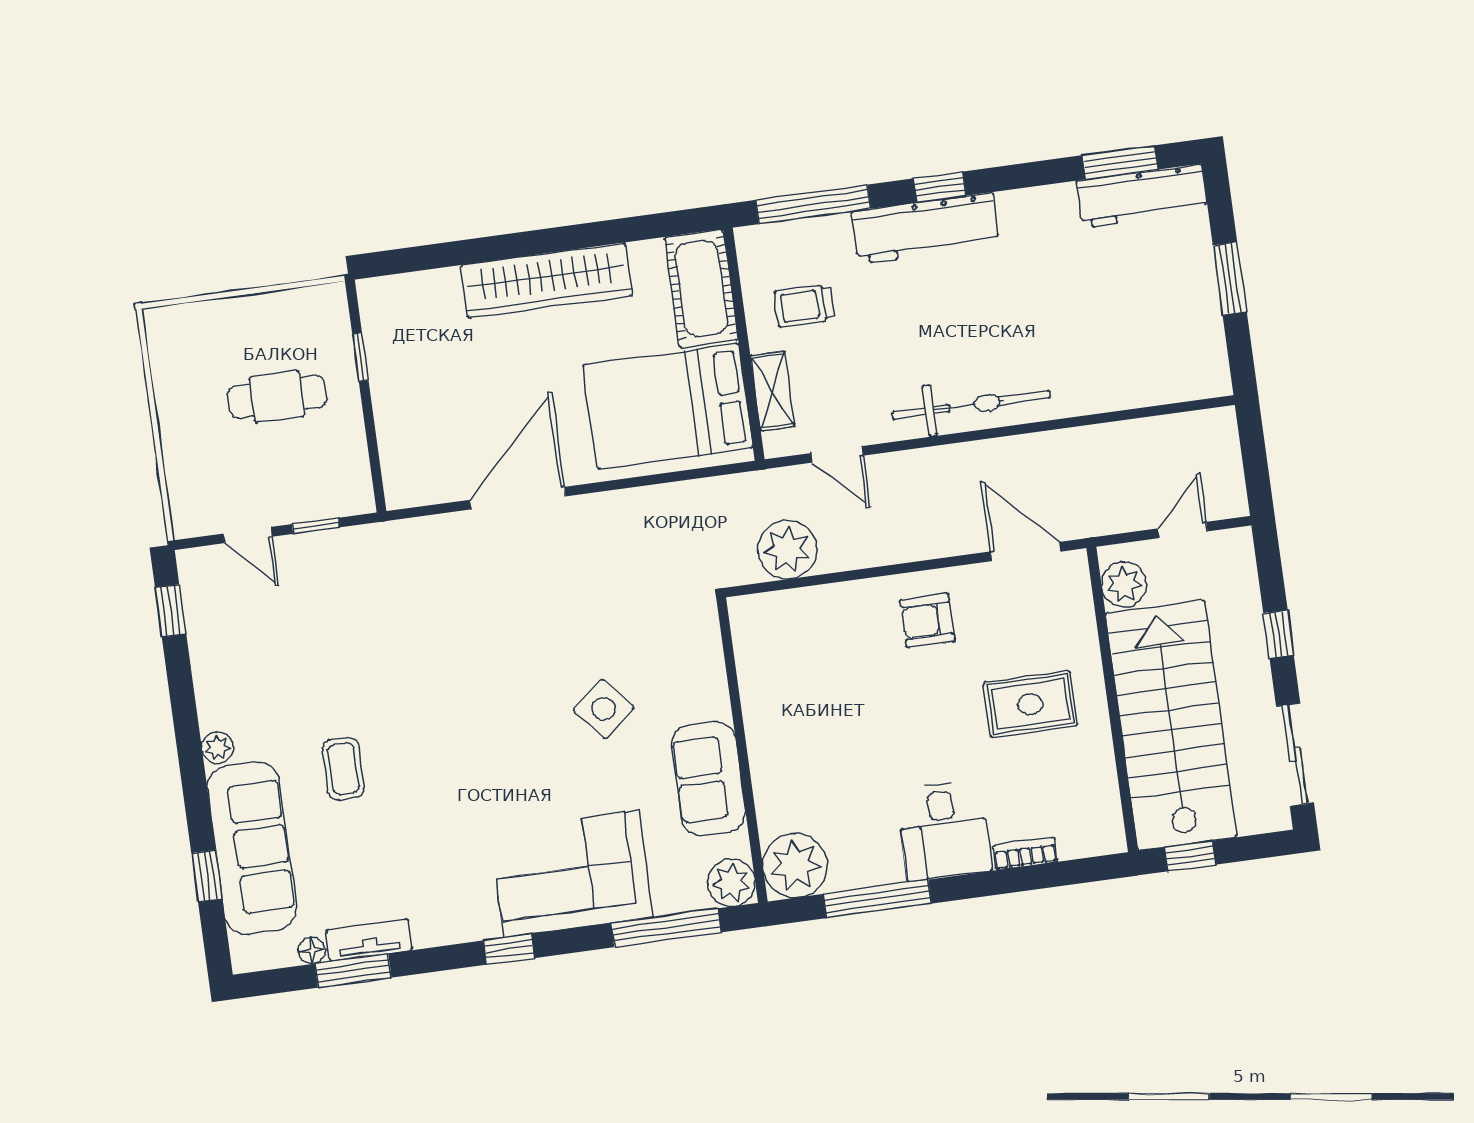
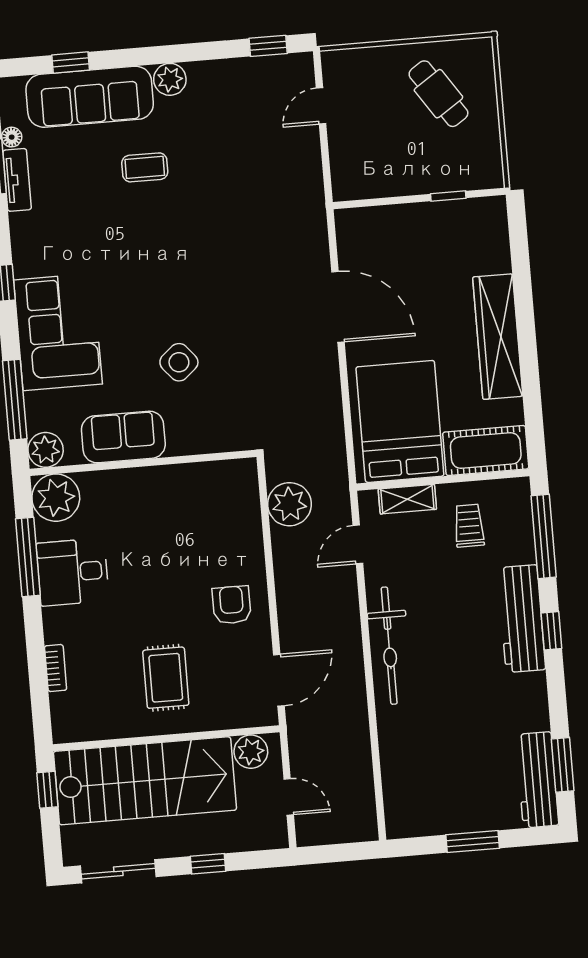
cafe table: (277, 397) -> (438, 94), moved, turned -34
window: (316, 526) -> (325, 156), removed
plant: (218, 748) -> (170, 79), width x1.38, depth x1.38
desk: (944, 831) -> (73, 572), moved

